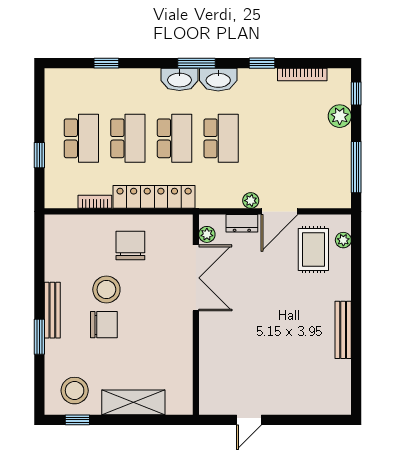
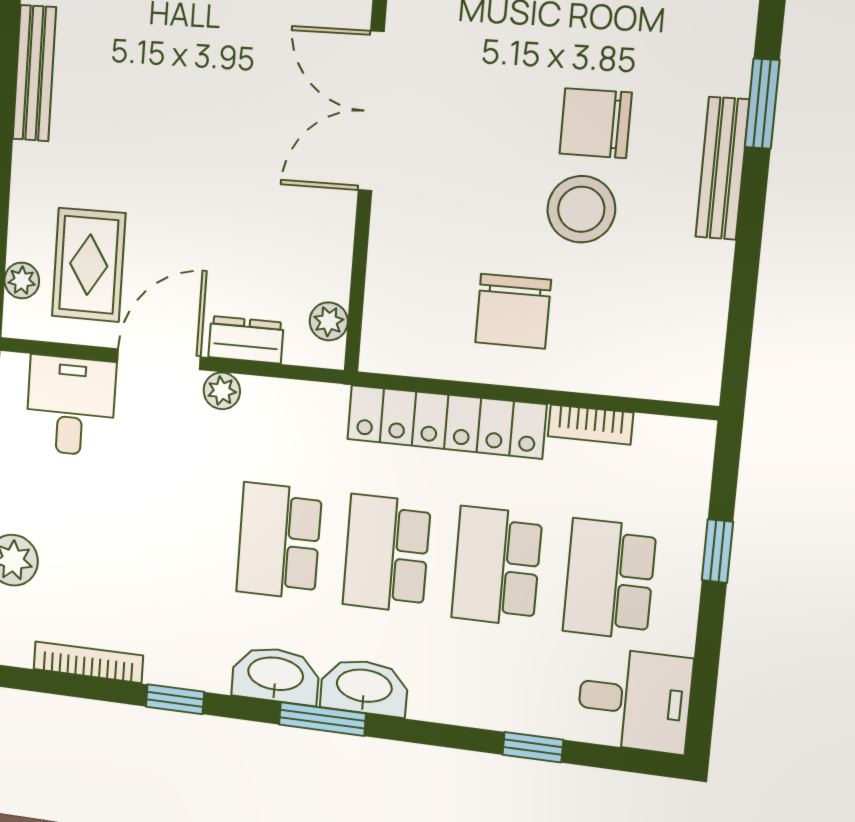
desk: (67, 89) -> (634, 700), added
desk: (318, 187) -> (71, 406), added
double door: (196, 278) -> (371, 111), moved

